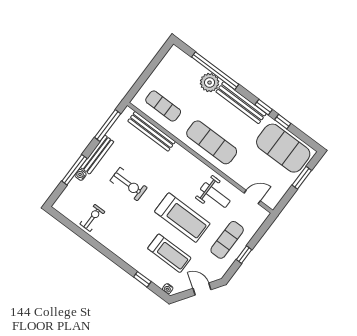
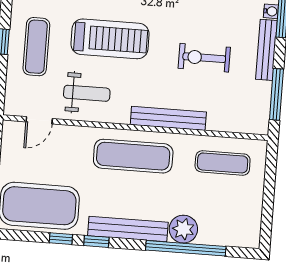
bench: (152, 131) -> (168, 118), moved
exercise bike: (129, 184) -> (204, 58), moved
weight bench: (215, 195) -> (87, 93), turned 180
treadmill: (182, 218) -> (110, 39), turned 180

